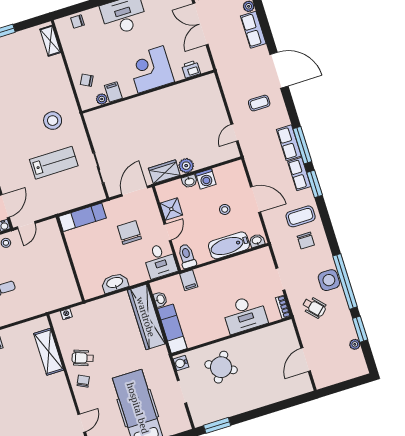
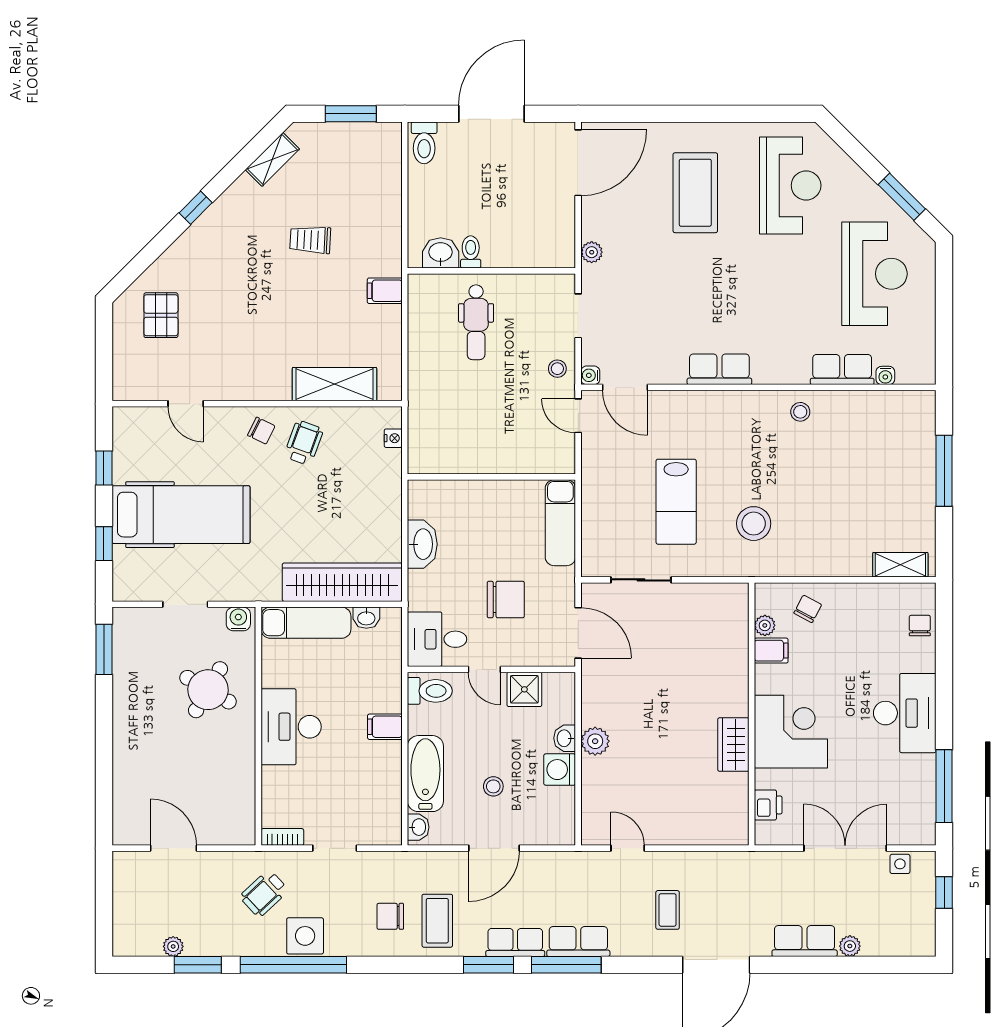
wardrobe: (164, 172) -> (733, 745), moved, turned 180
filing cabinet: (189, 280) -> (385, 727), moved
desk: (245, 314) -> (291, 727), moved

